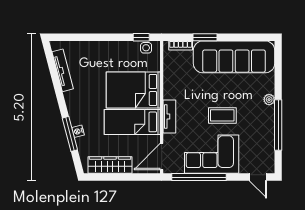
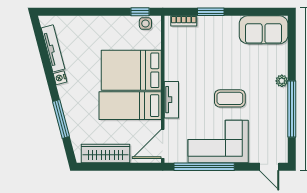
sofa: (234, 57) -> (264, 30), width x0.54, depth x0.79
nightstand: (78, 131) -> (60, 78), moved

